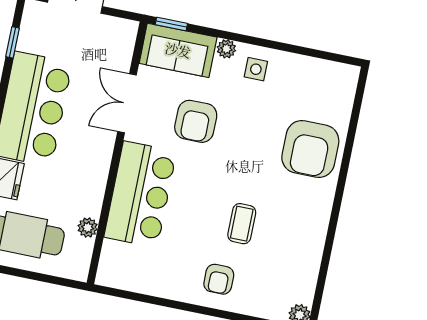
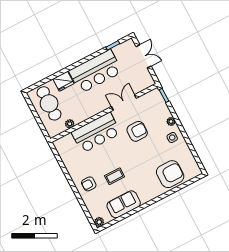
sofa: (178, 50) -> (124, 204), moved, turned 90
armchair: (196, 121) -> (137, 131), turned 180
armchair: (310, 149) -> (170, 174), moved, turned 180

